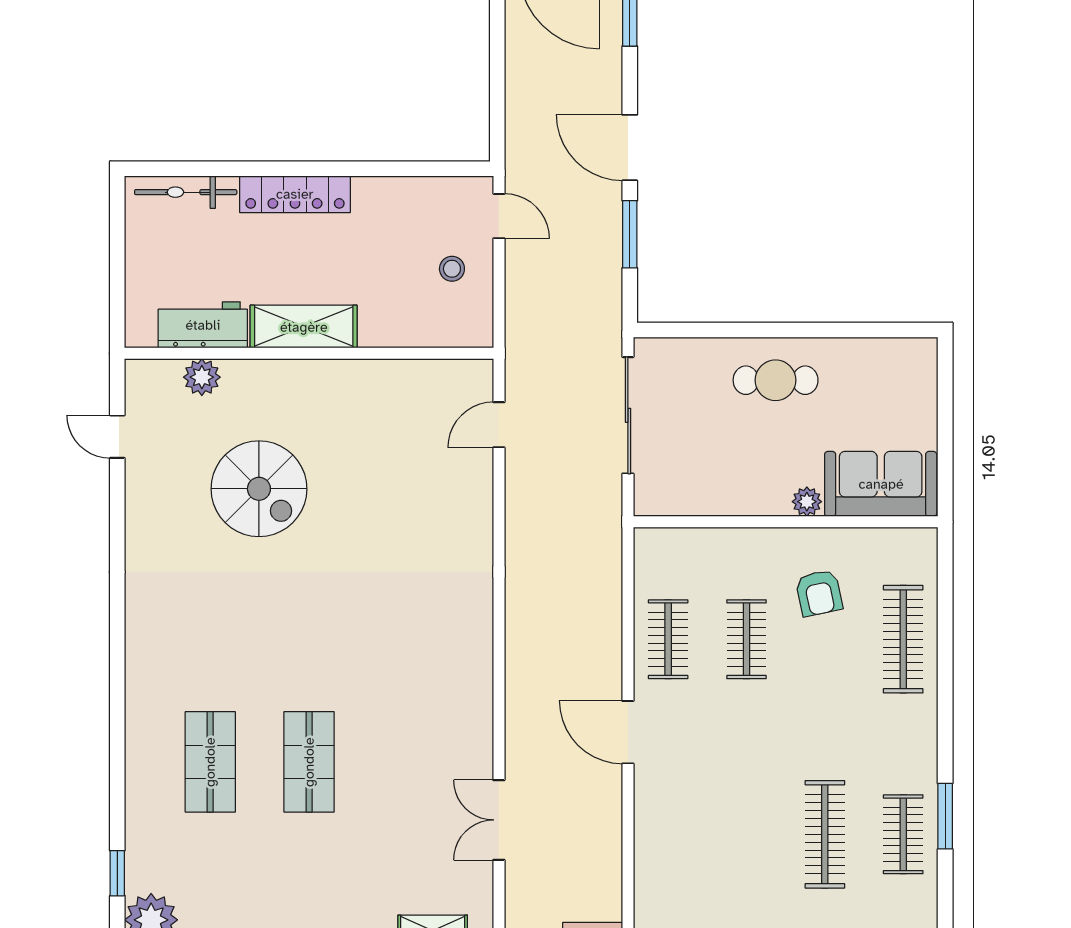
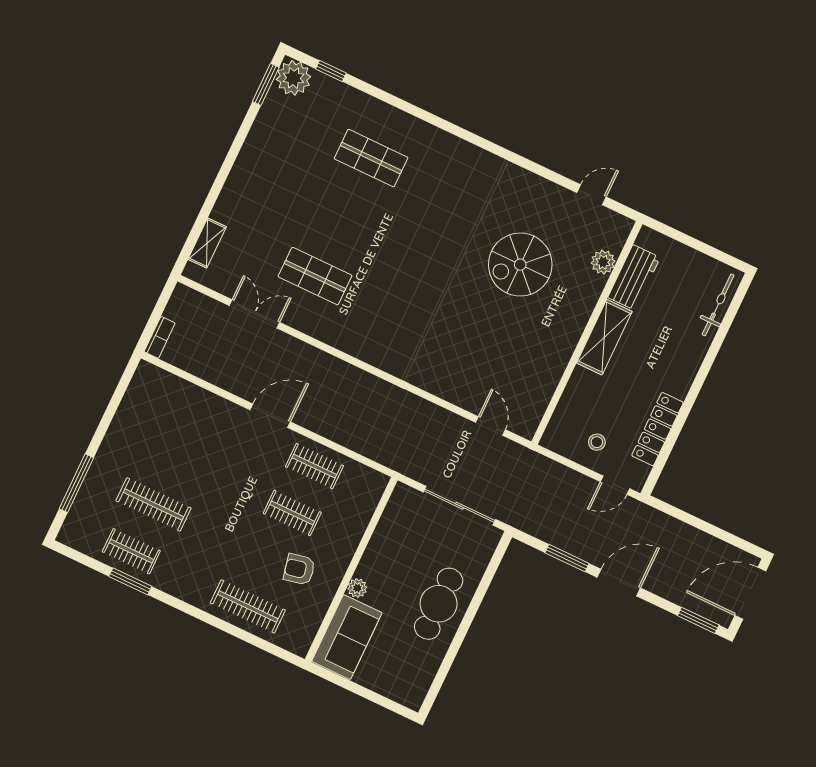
locker: (295, 194) -> (658, 429), moved
cafe table: (776, 380) -> (439, 604), width x1.37, depth x1.35
shop shelf: (309, 762) -> (315, 276), moved

